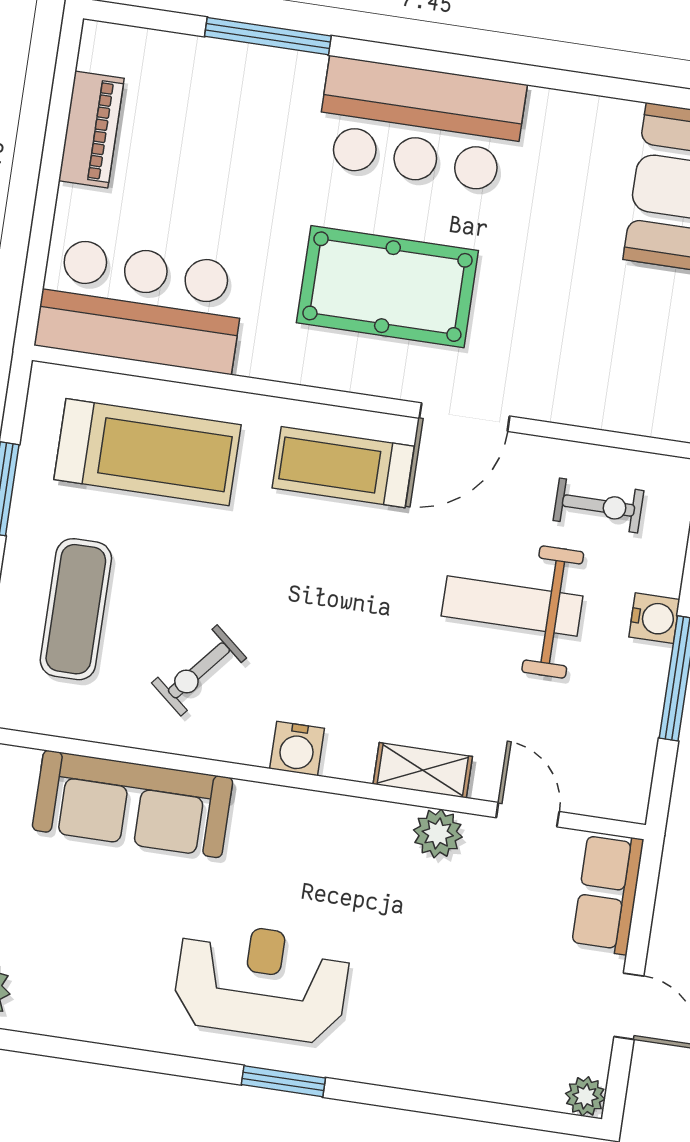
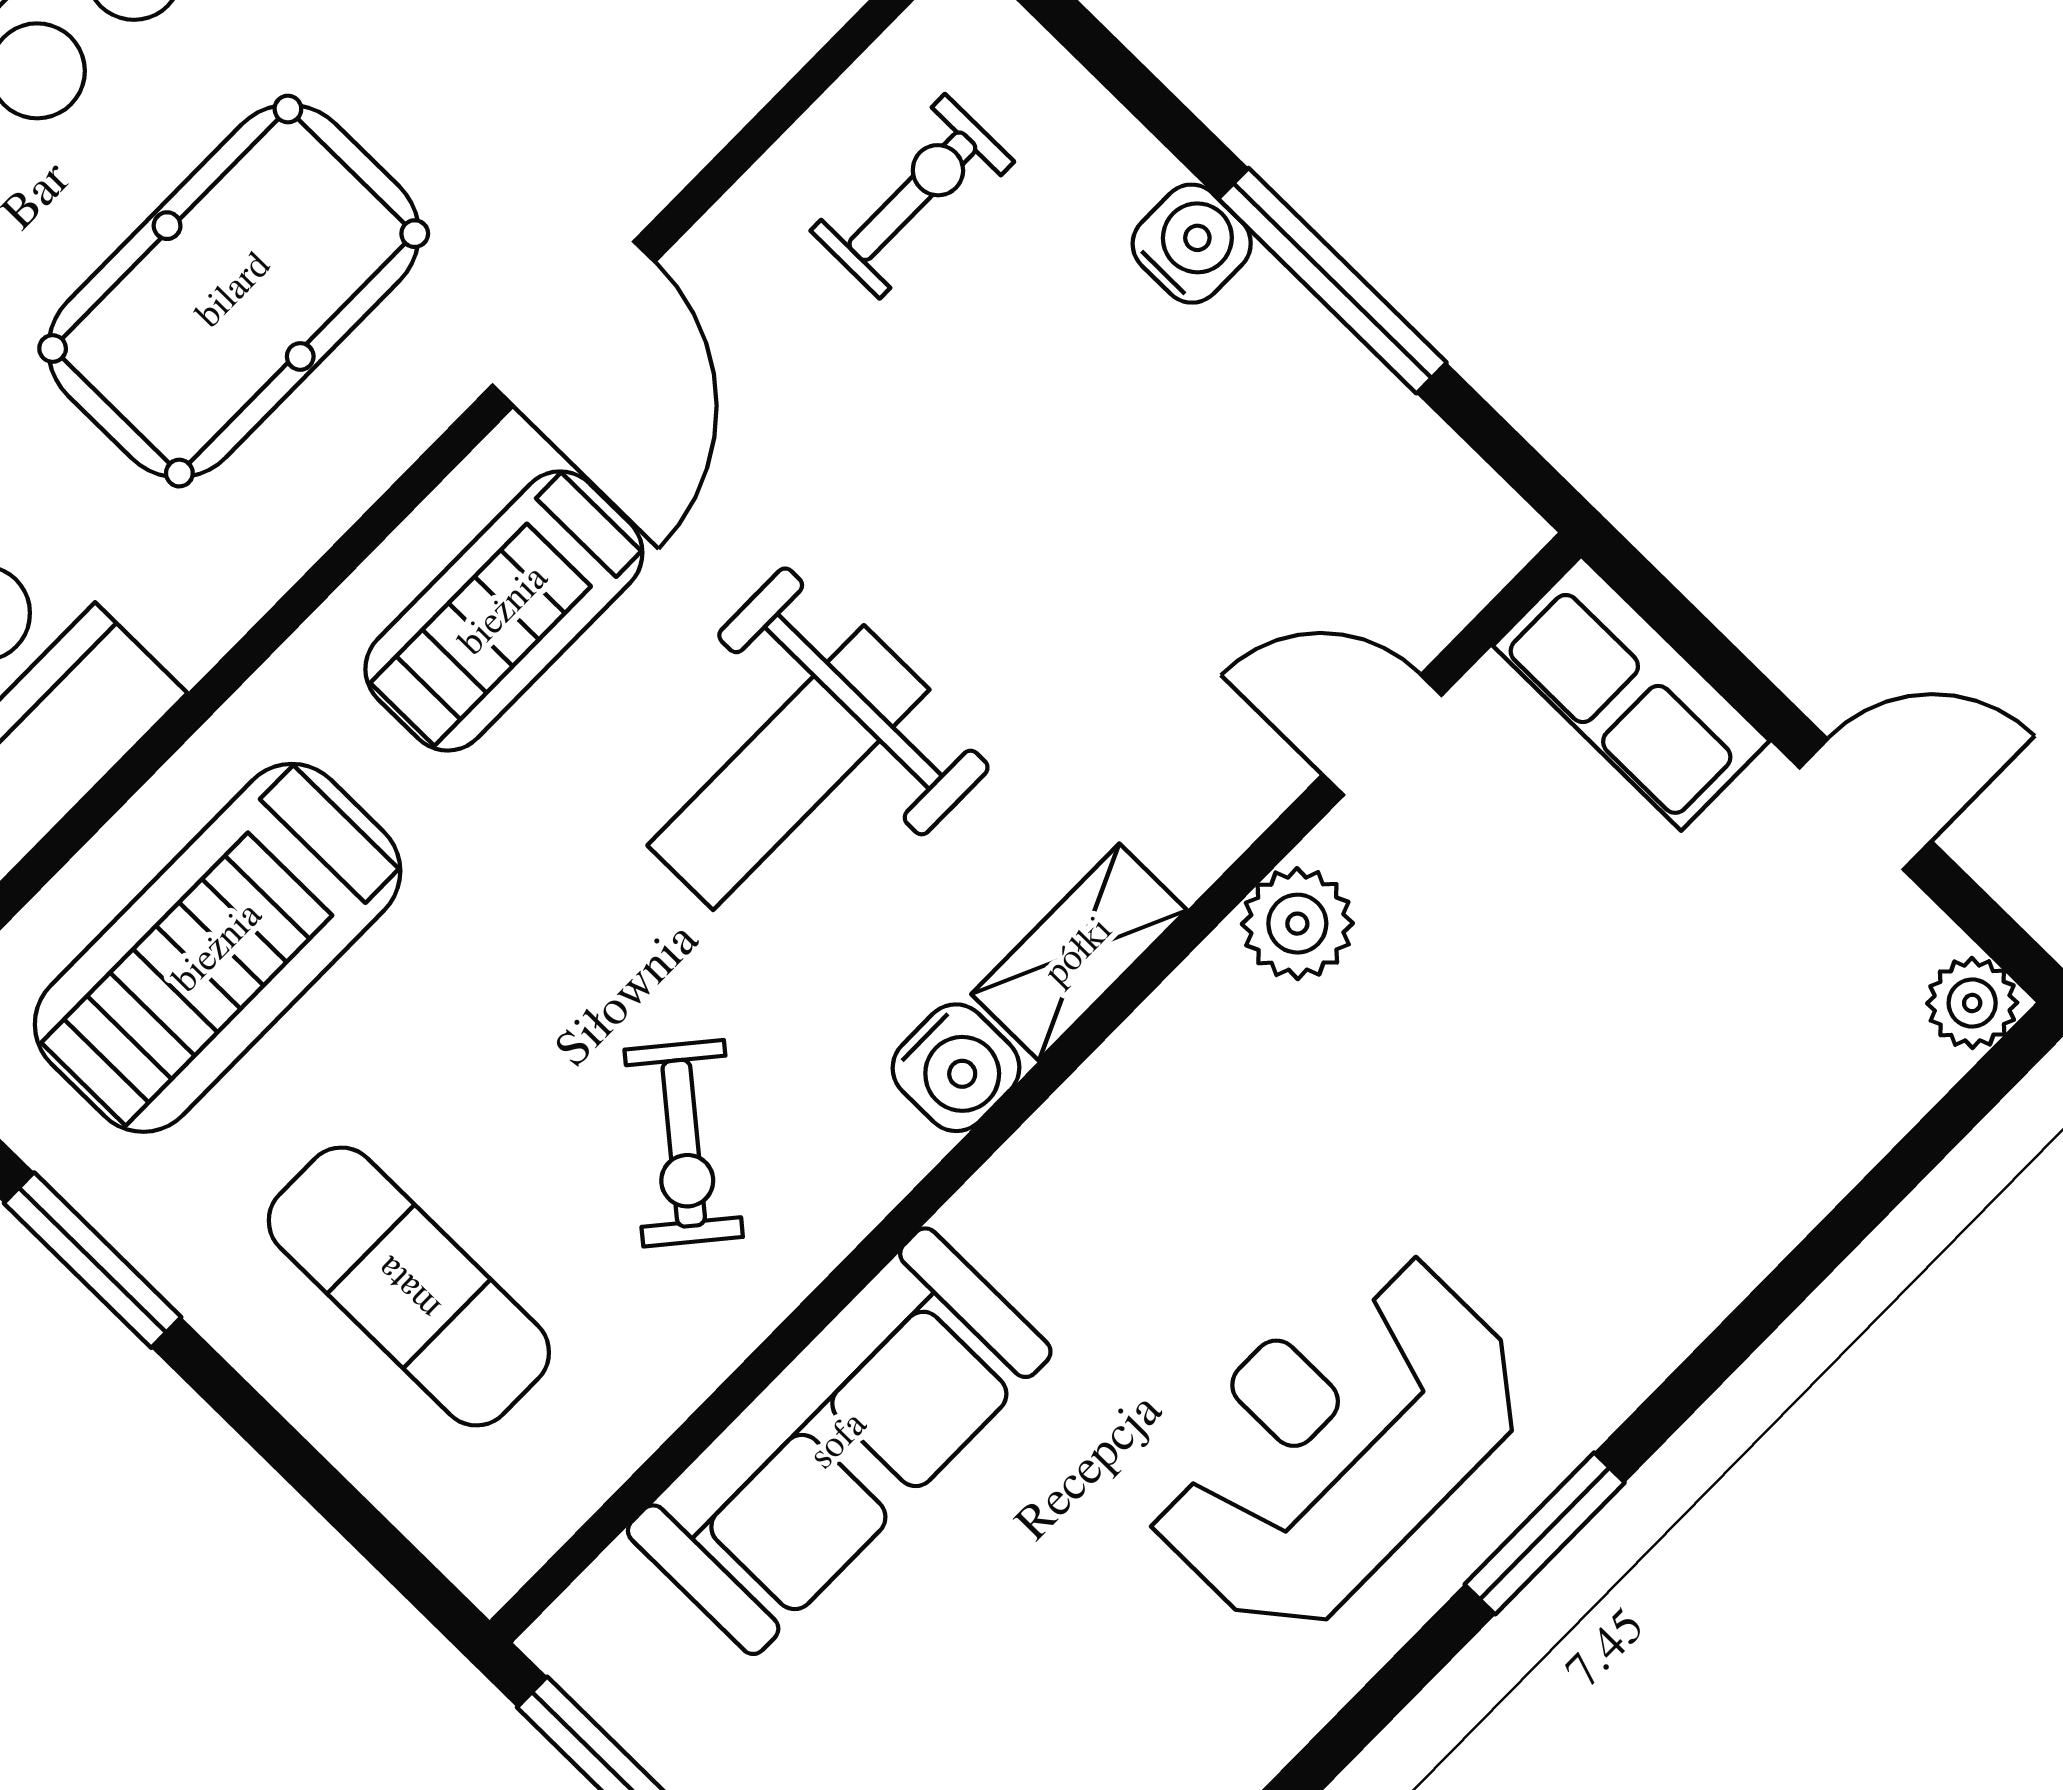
treadmill: (148, 452) -> (218, 948), turned 180
weight bench: (512, 606) -> (788, 768), moved
shelving: (423, 770) -> (1079, 952), moved

